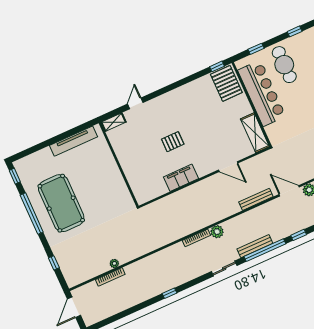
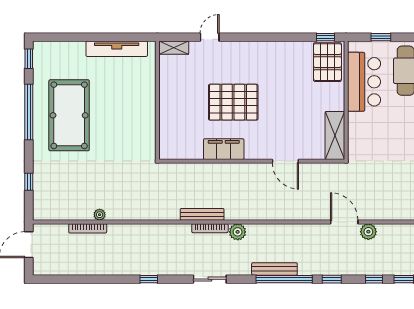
bar counter: (262, 93) -> (364, 82), width x0.73
pallet: (173, 142) -> (233, 102), width x2.05, depth x2.00
bench: (256, 199) -> (202, 214), moved
sliding door: (224, 268) -> (210, 279), moved

